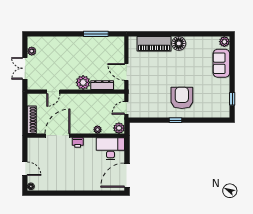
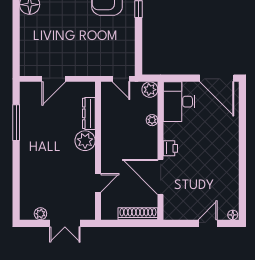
piano: (154, 44) -> (30, 40), removed
door: (126, 72) -> (54, 79), moved
door: (53, 92) -> (98, 183), hinge flipped

